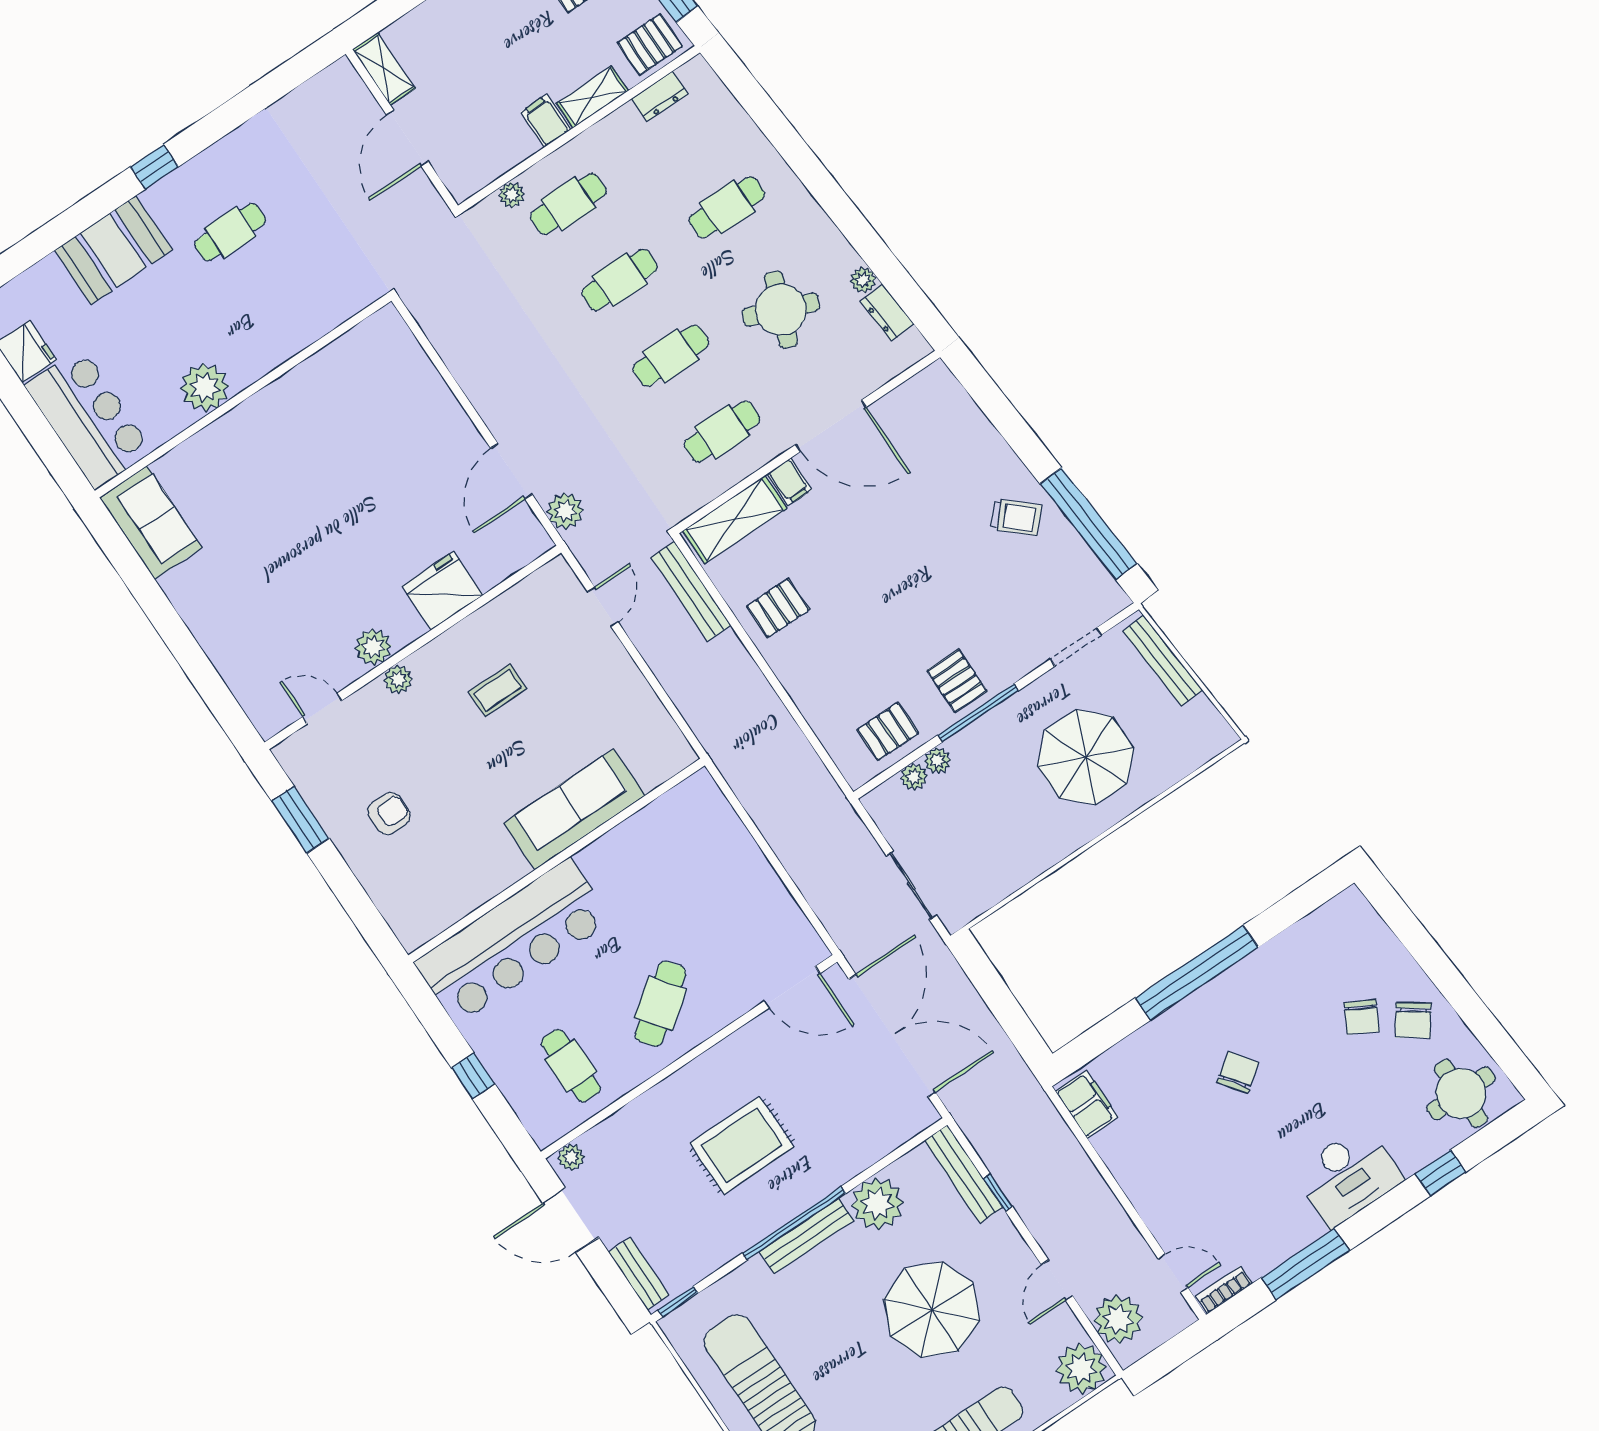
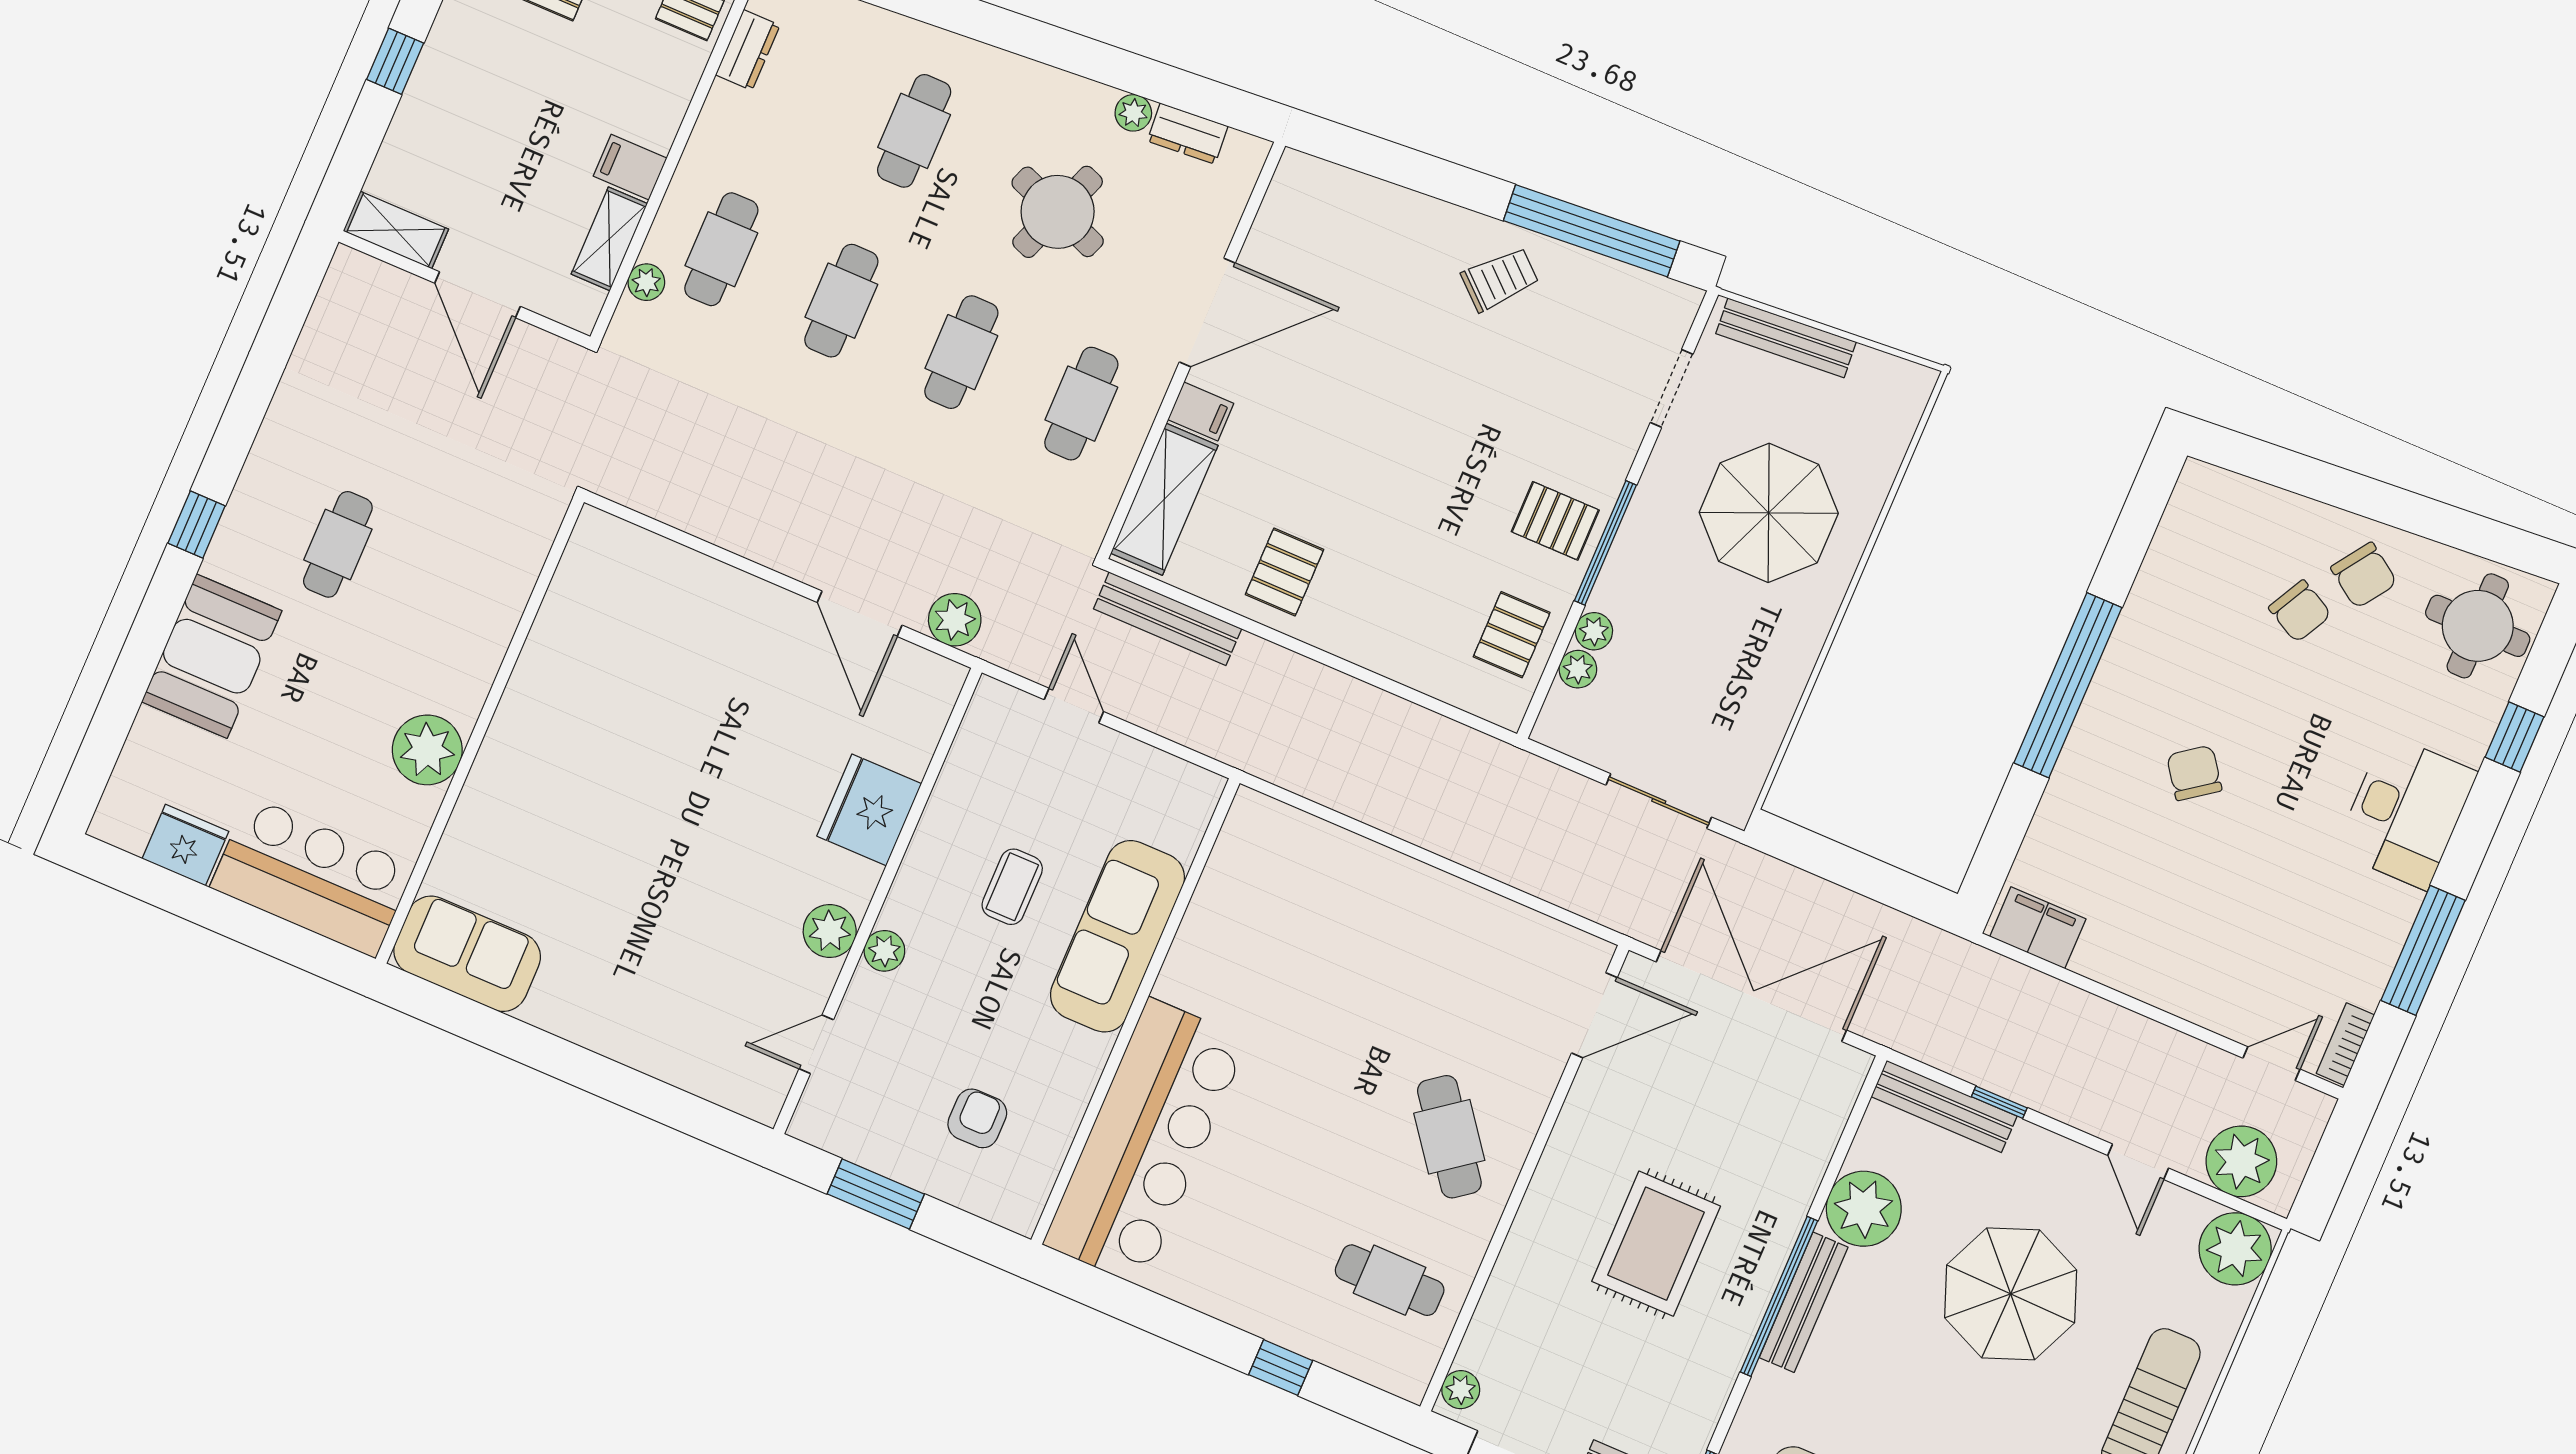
shelving: (592, 97) -> (609, 239), moved
sofa: (574, 809) -> (1118, 936), moved
wall: (557, 860) -> (1135, 1011), moved
bar counter: (513, 941) -> (1146, 1142), moved

